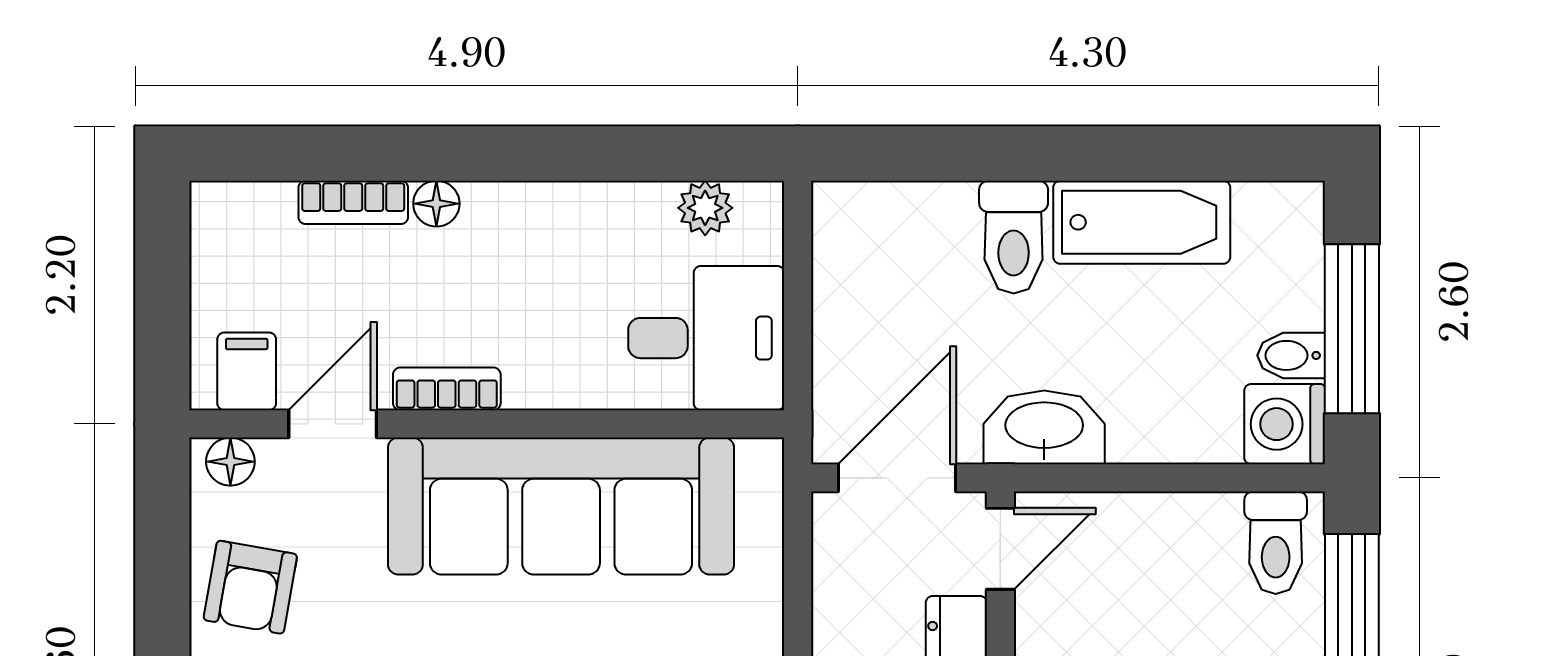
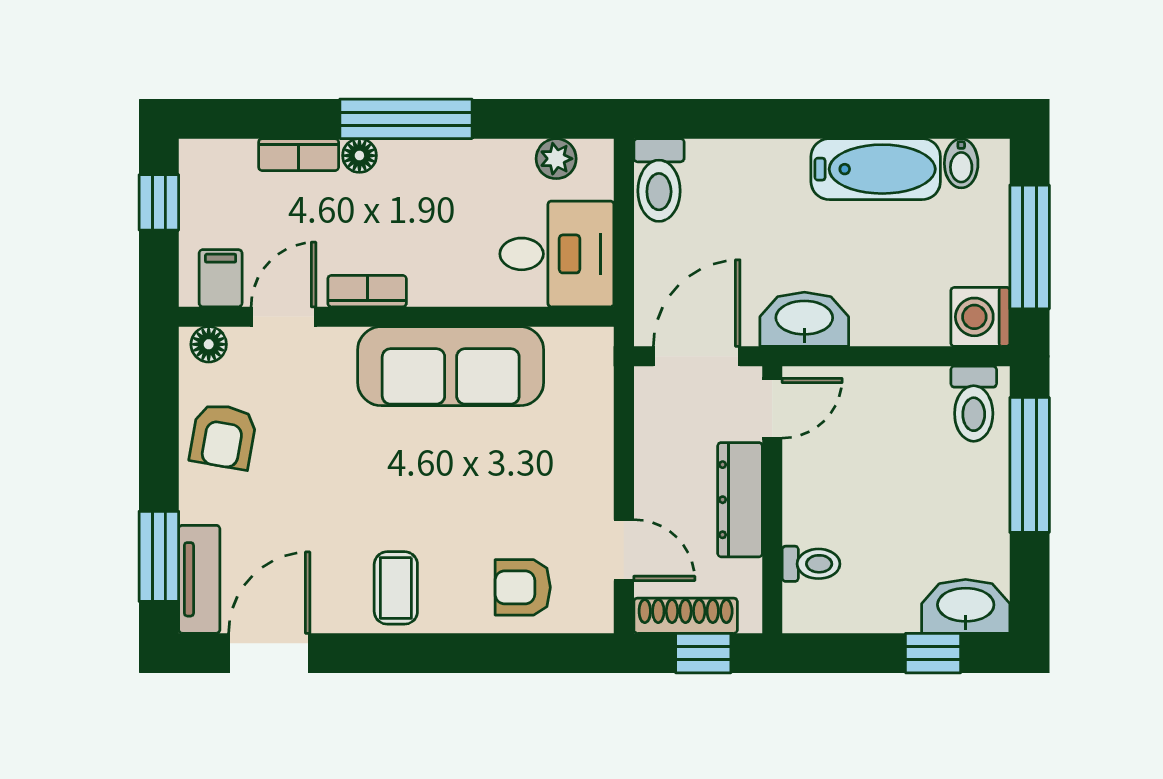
window: (500, 153) -> (406, 119), added
toilet: (1014, 237) -> (659, 180), moved
window: (162, 268) -> (159, 202), added
bidet: (1291, 355) -> (961, 163), moved, turned -90
sofa: (561, 506) -> (451, 366), width x0.74, depth x0.79

